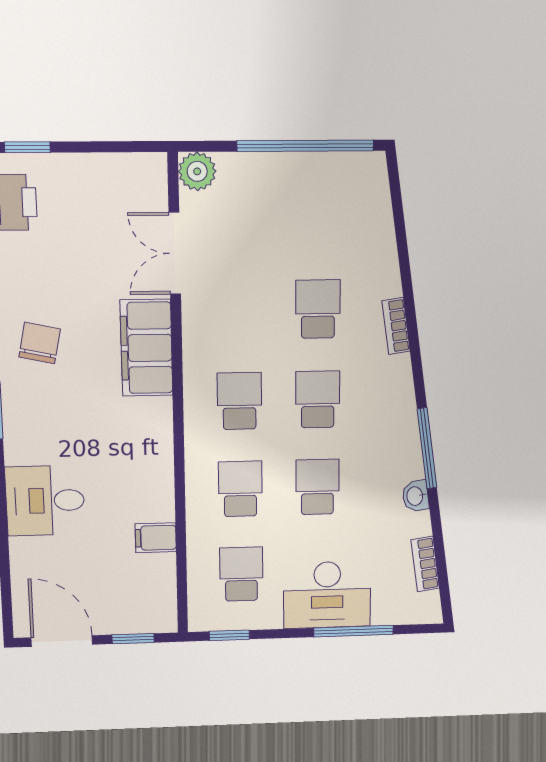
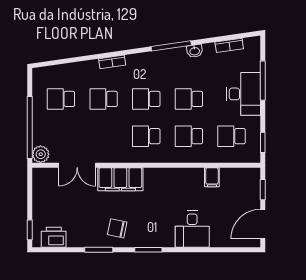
window: (305, 146) -> (30, 127), moved
school desk: (318, 216) -> (61, 99), added

